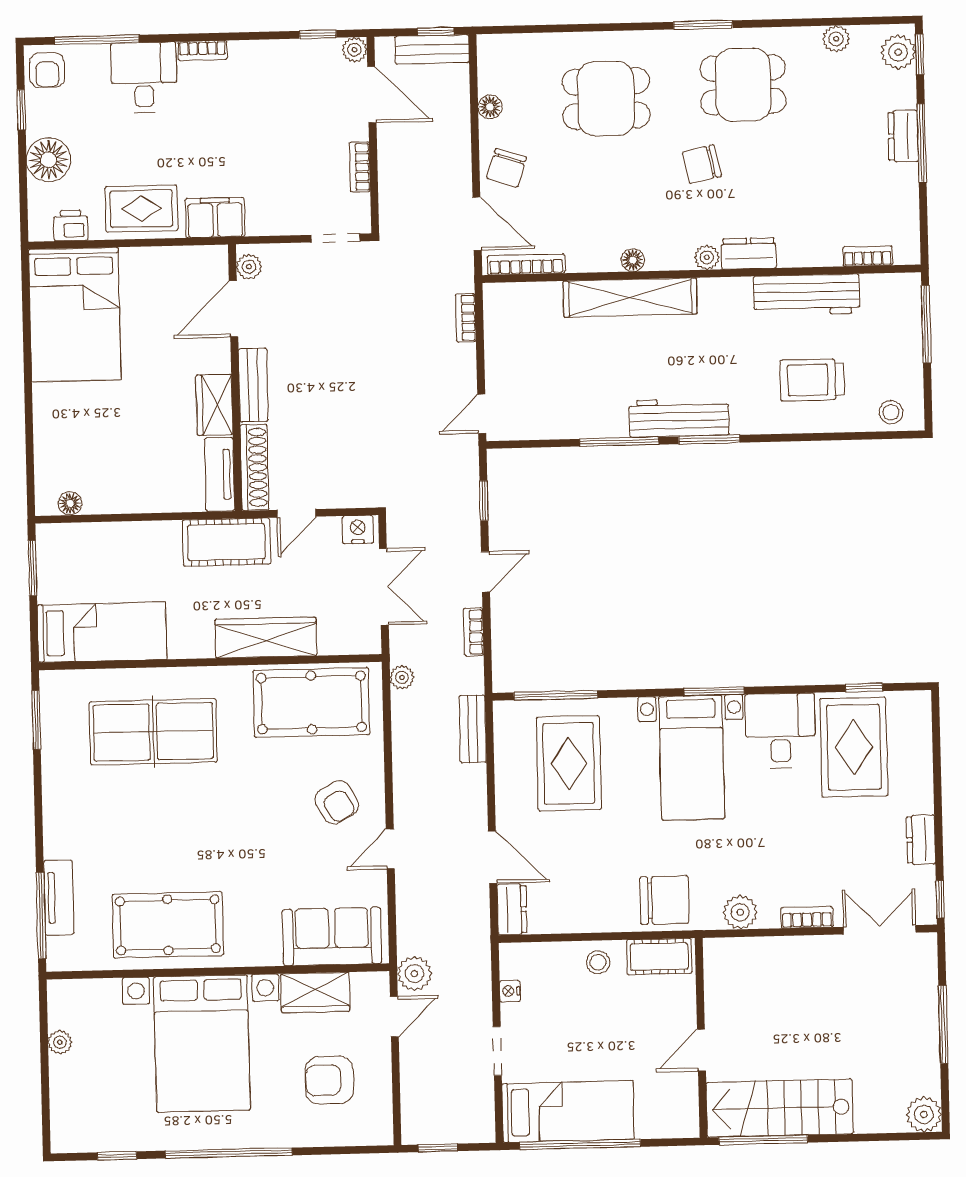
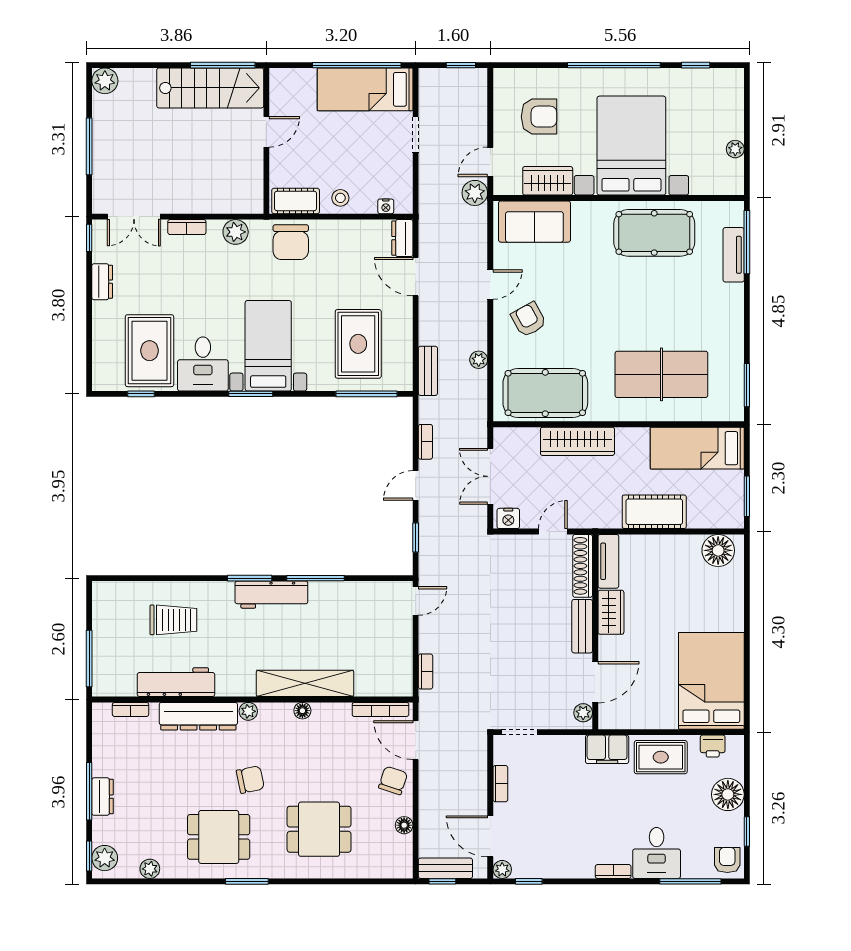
dresser: (749, 253) -> (198, 716), width x1.96, depth x1.24
stool: (891, 412) -> (116, 595), removed
floor lamp: (70, 503) -> (718, 550), width x1.89, depth x1.89
cot: (226, 542) -> (654, 512), moved
plant: (402, 677) -> (479, 360), moved
chair: (664, 900) -> (291, 242), turned -90
nightstand: (510, 991) -> (386, 206), moved, turned 90

